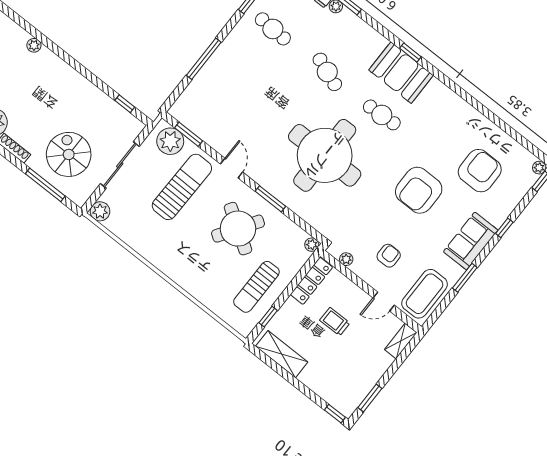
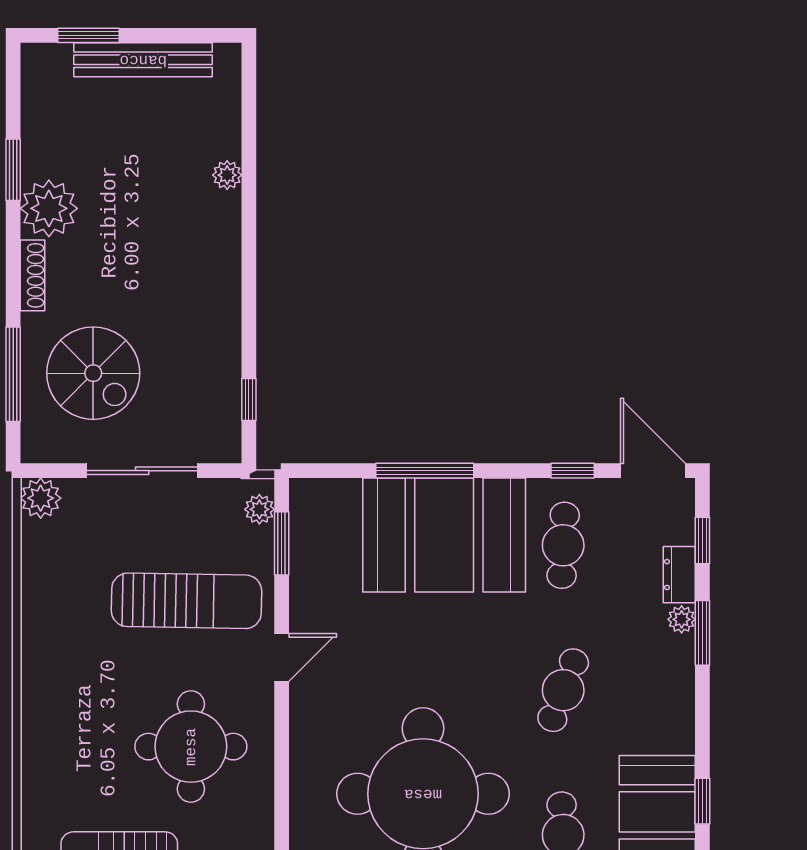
booth: (234, 71) -> (444, 535), added
plant: (170, 141) -> (259, 509), width x0.53, depth x0.53
spiral stairs: (69, 154) -> (93, 373), turned 90
window: (270, 199) -> (282, 761), removed
round table: (238, 229) -> (191, 747), turned -33

